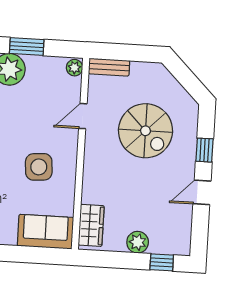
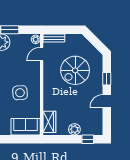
door: (83, 116) -> (42, 54), moved
spiral stairs: (145, 131) -> (75, 70), turned 90

